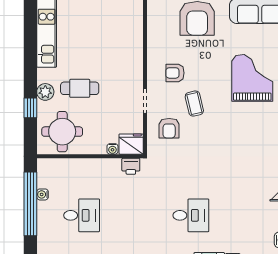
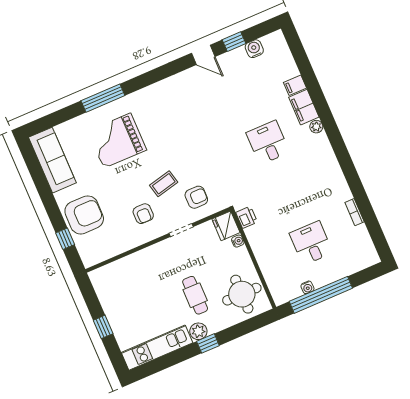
plant: (45, 92) -> (198, 331), moved
window: (30, 108) -> (208, 343), moved

